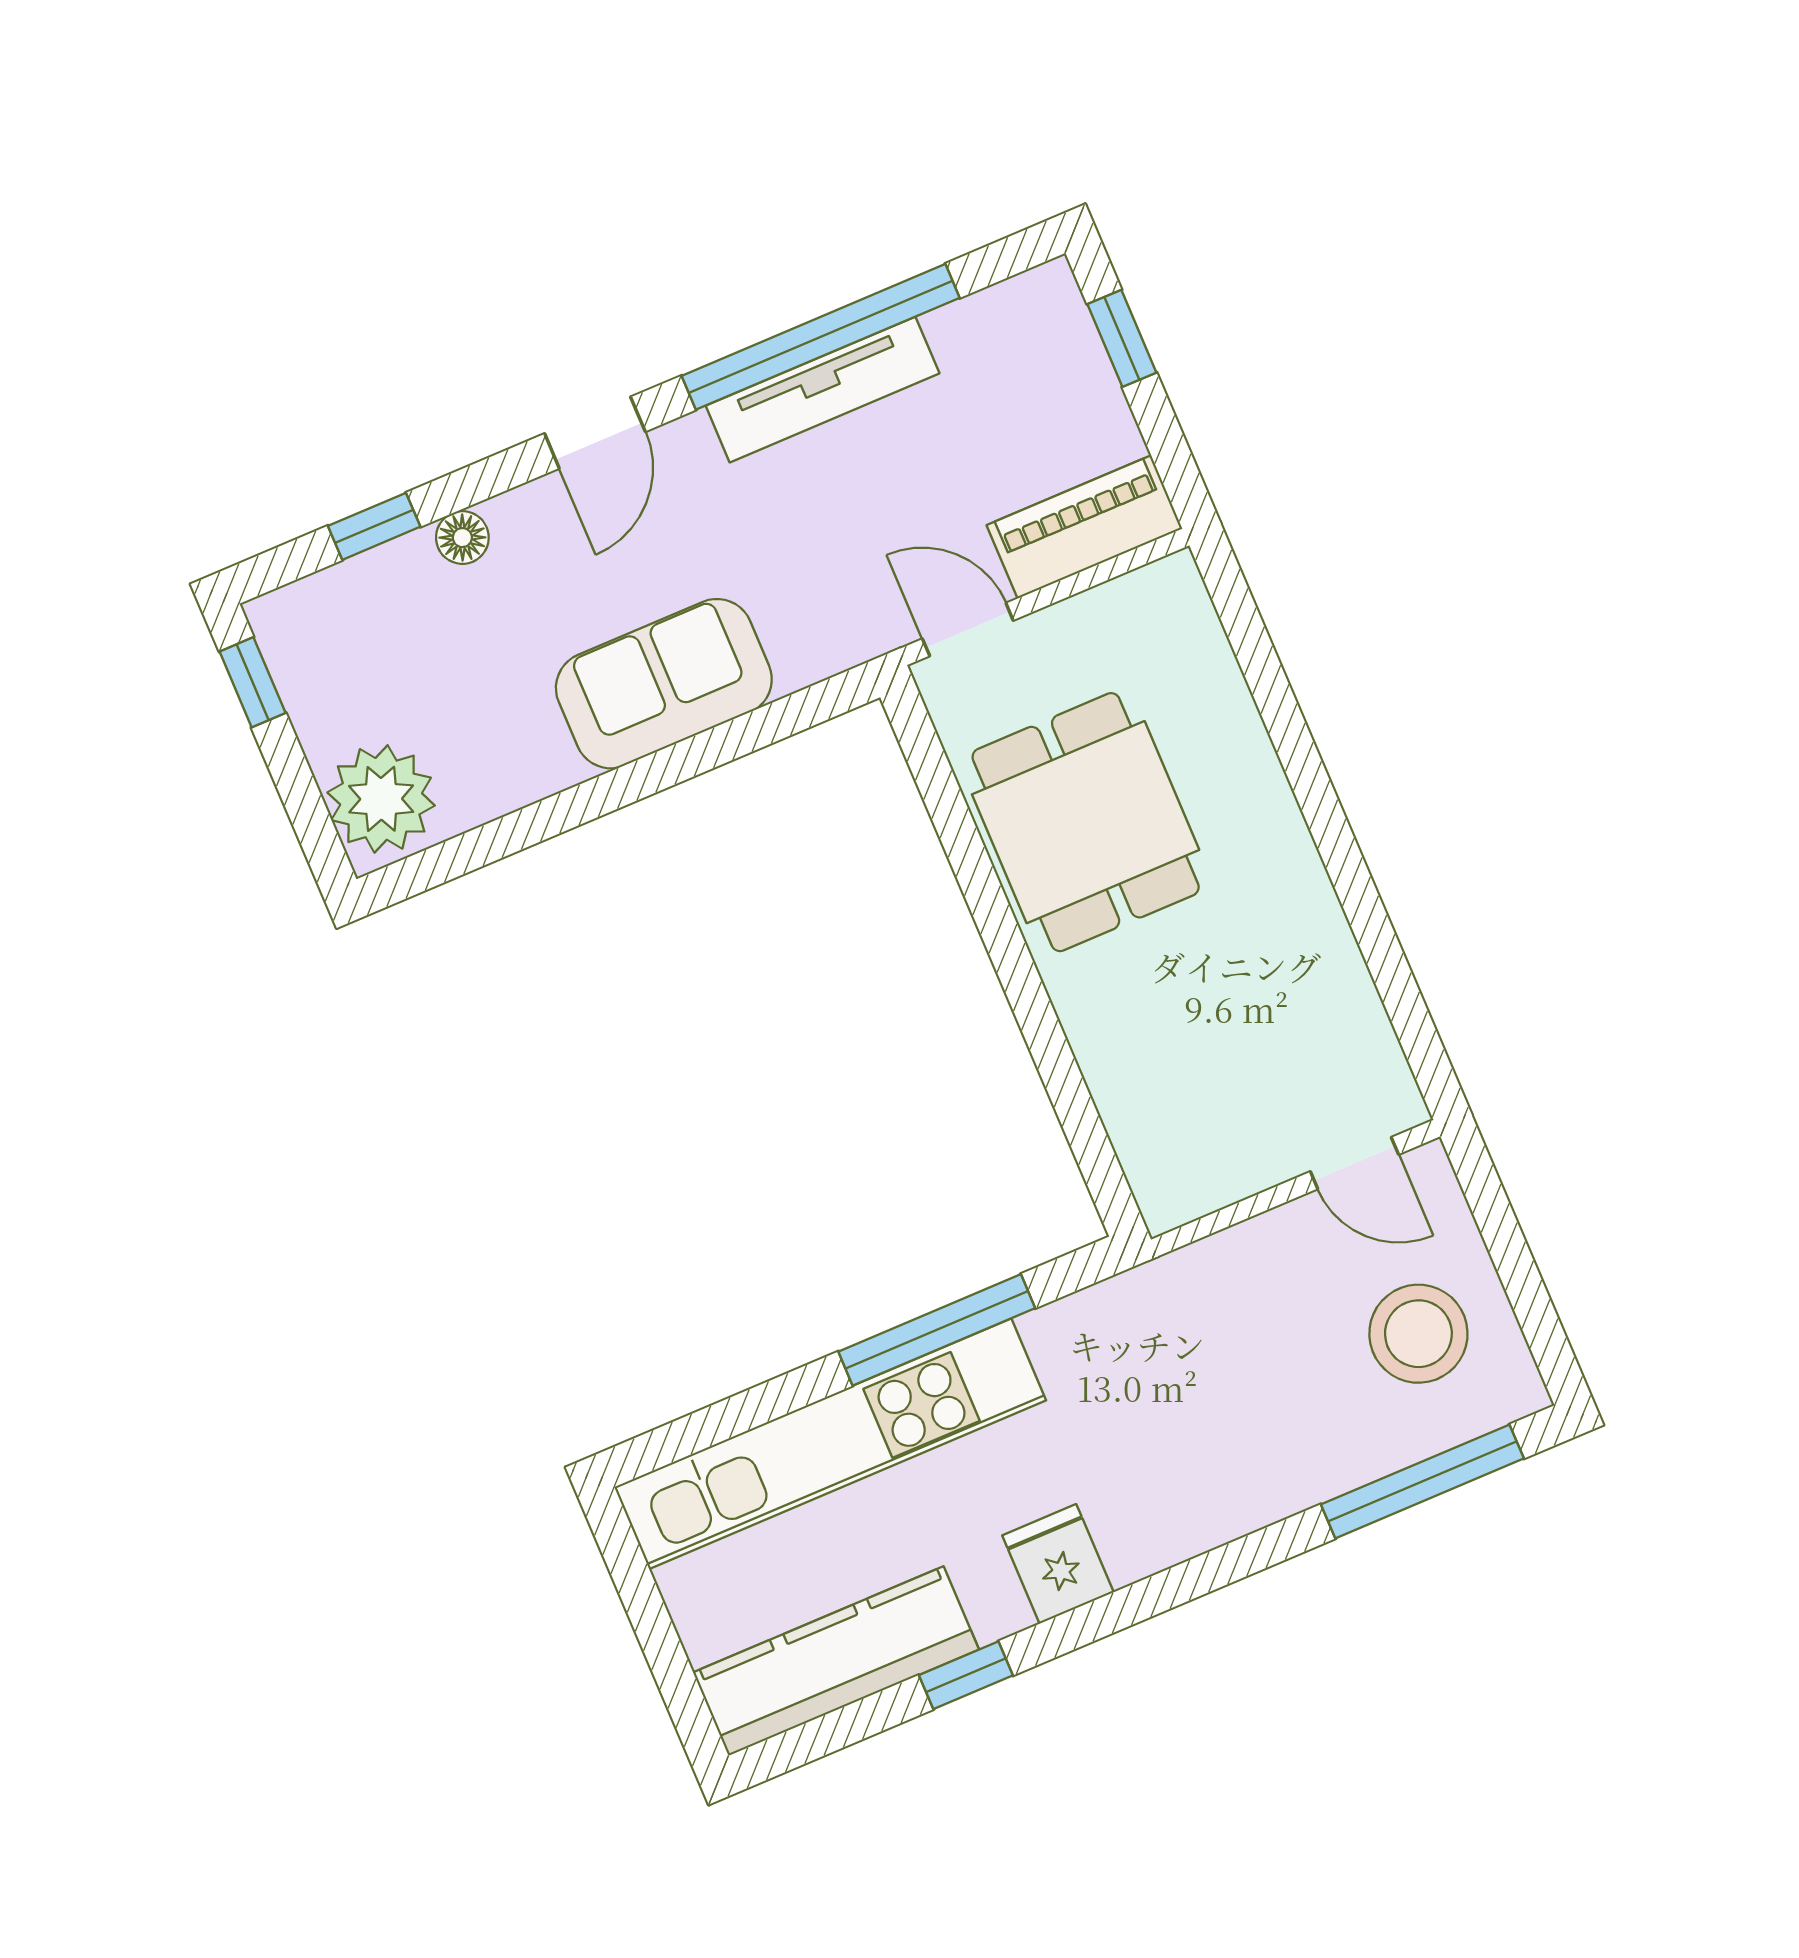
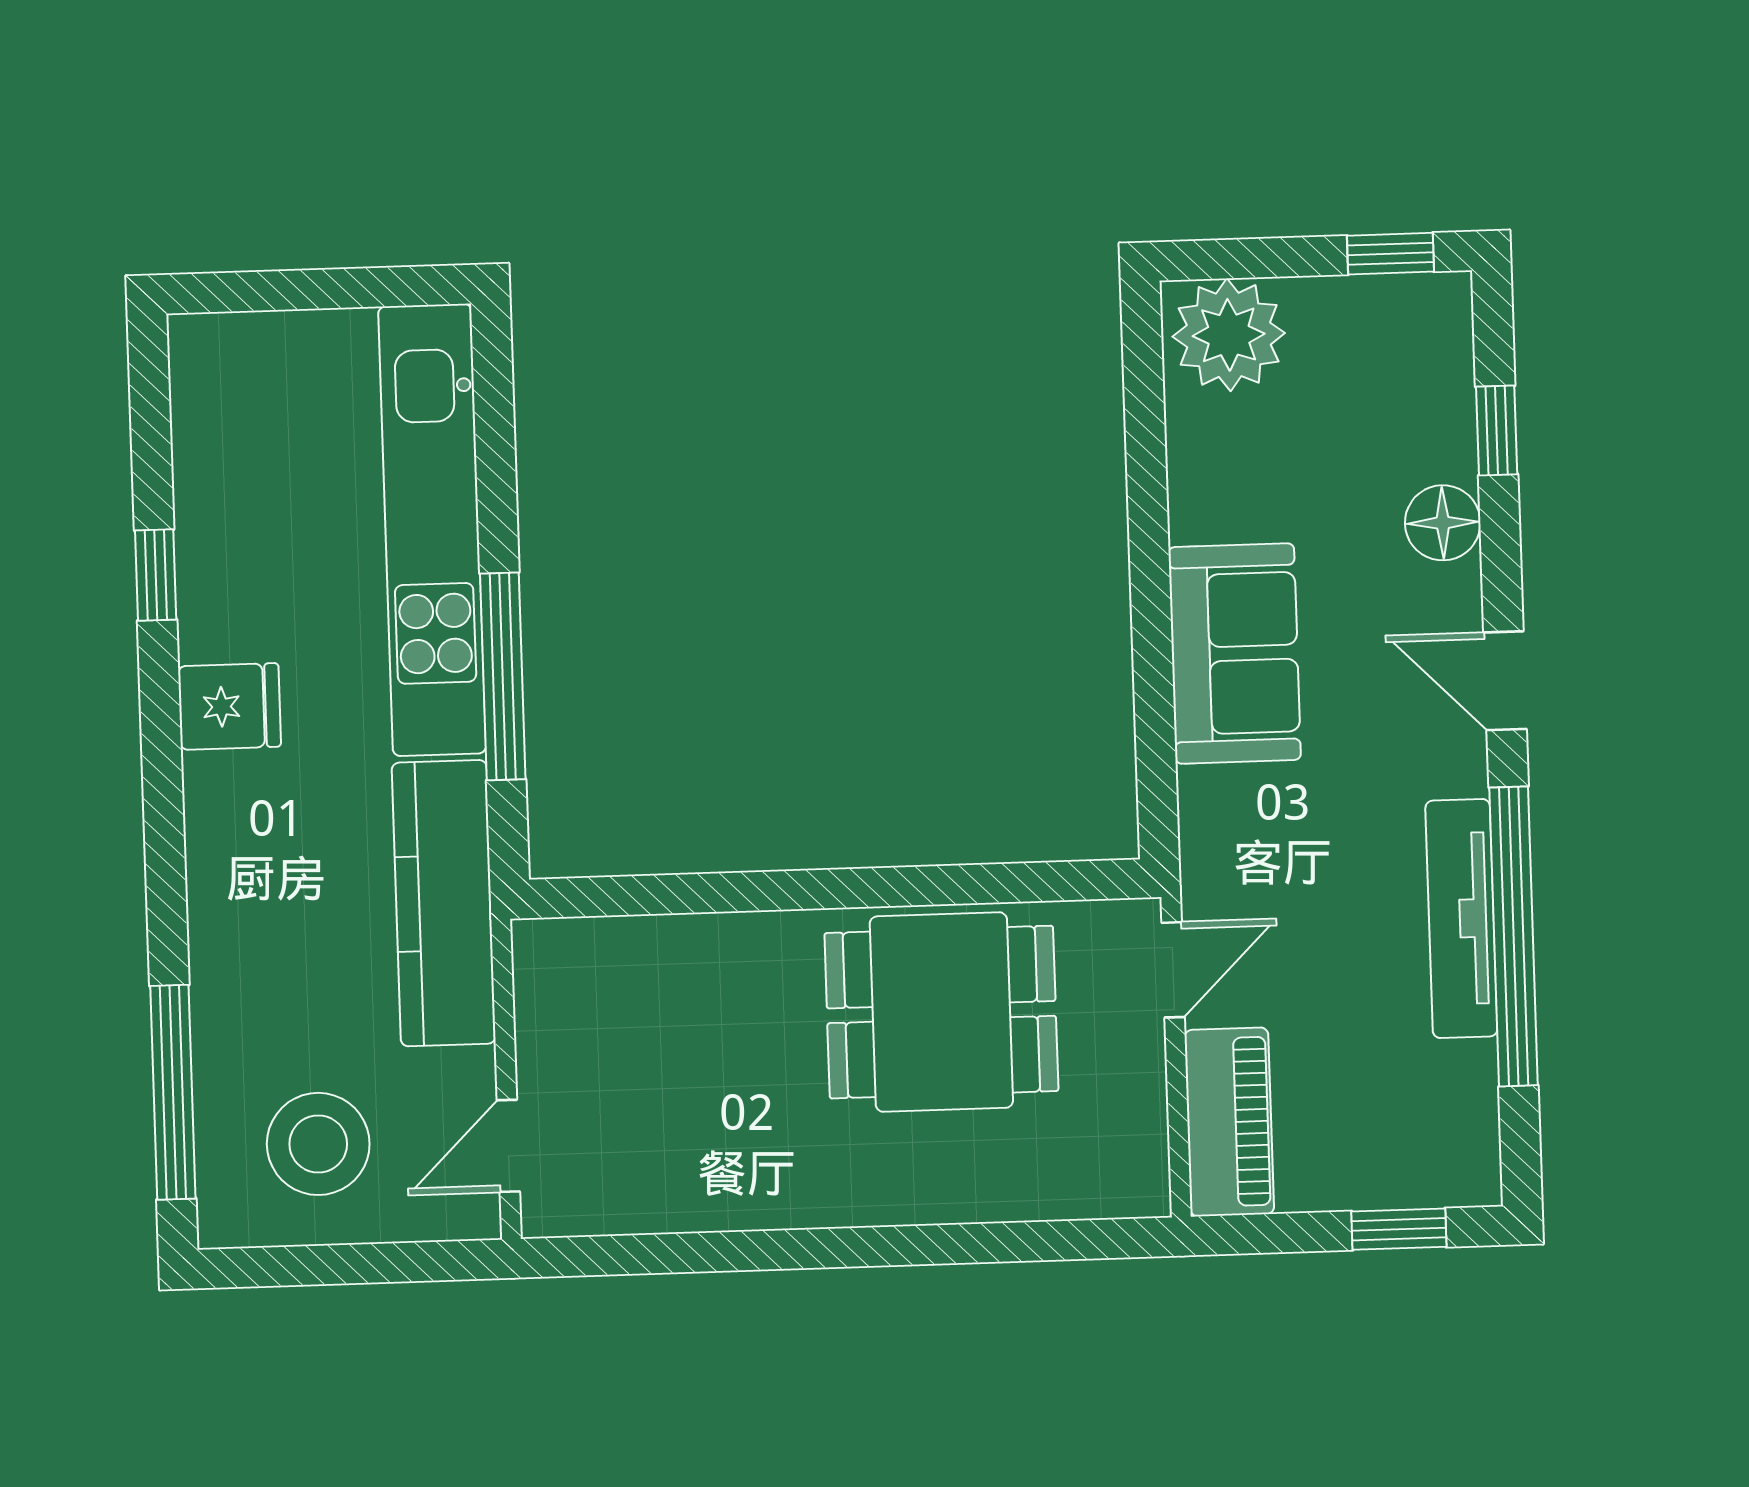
floor lamp: (462, 538) -> (1443, 523), width x1.37, depth x1.37
kitchen counter: (836, 1661) -> (444, 903), moved, turned 180

